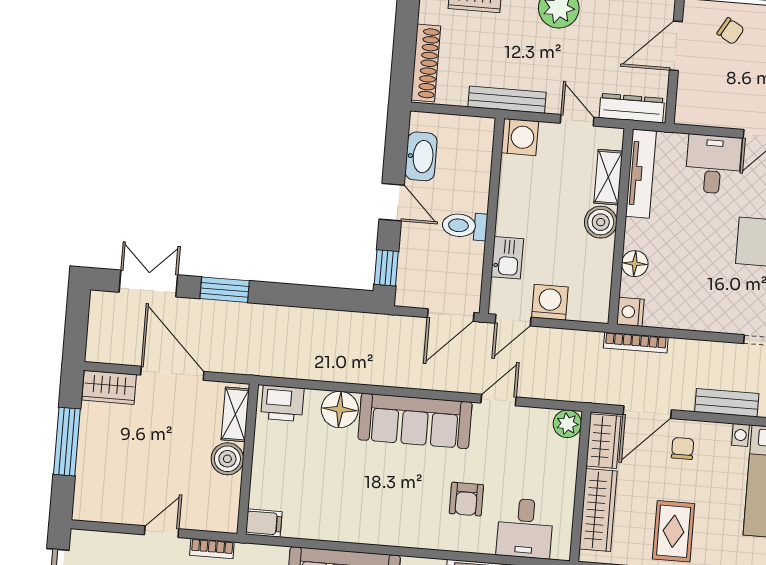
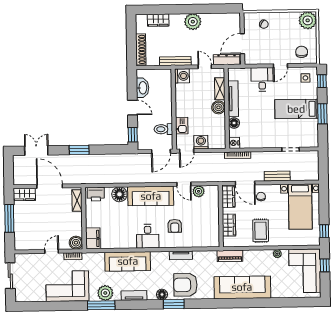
door: (676, 46) -> (242, 44), moved
tv unit: (641, 174) -> (233, 99), moved
toilet: (465, 226) -> (163, 129), moved
window: (225, 290) -> (79, 150), moved
door: (498, 400) -> (184, 184), swing flipped
door: (647, 412) -> (245, 183), hinge flipped
plant: (567, 424) -> (199, 191), moved
boiler: (227, 459) -> (76, 243), moved
wardrobe: (598, 510) -> (229, 225), width x0.67
filing cabinet: (264, 523) -> (93, 238), width x2.00
desk: (525, 528) -> (148, 236), moved

